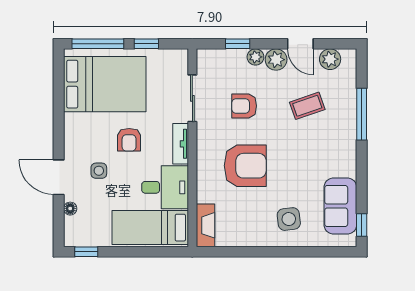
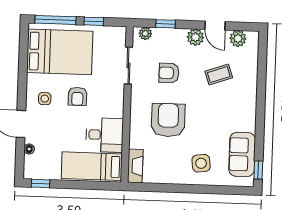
plant: (255, 57) -> (145, 33), moved
window: (362, 114) -> (261, 83), removed
tv unit: (181, 144) -> (118, 101), removed
armchair: (245, 166) -> (168, 120), turned -90
side table: (99, 171) -> (45, 99), moved

